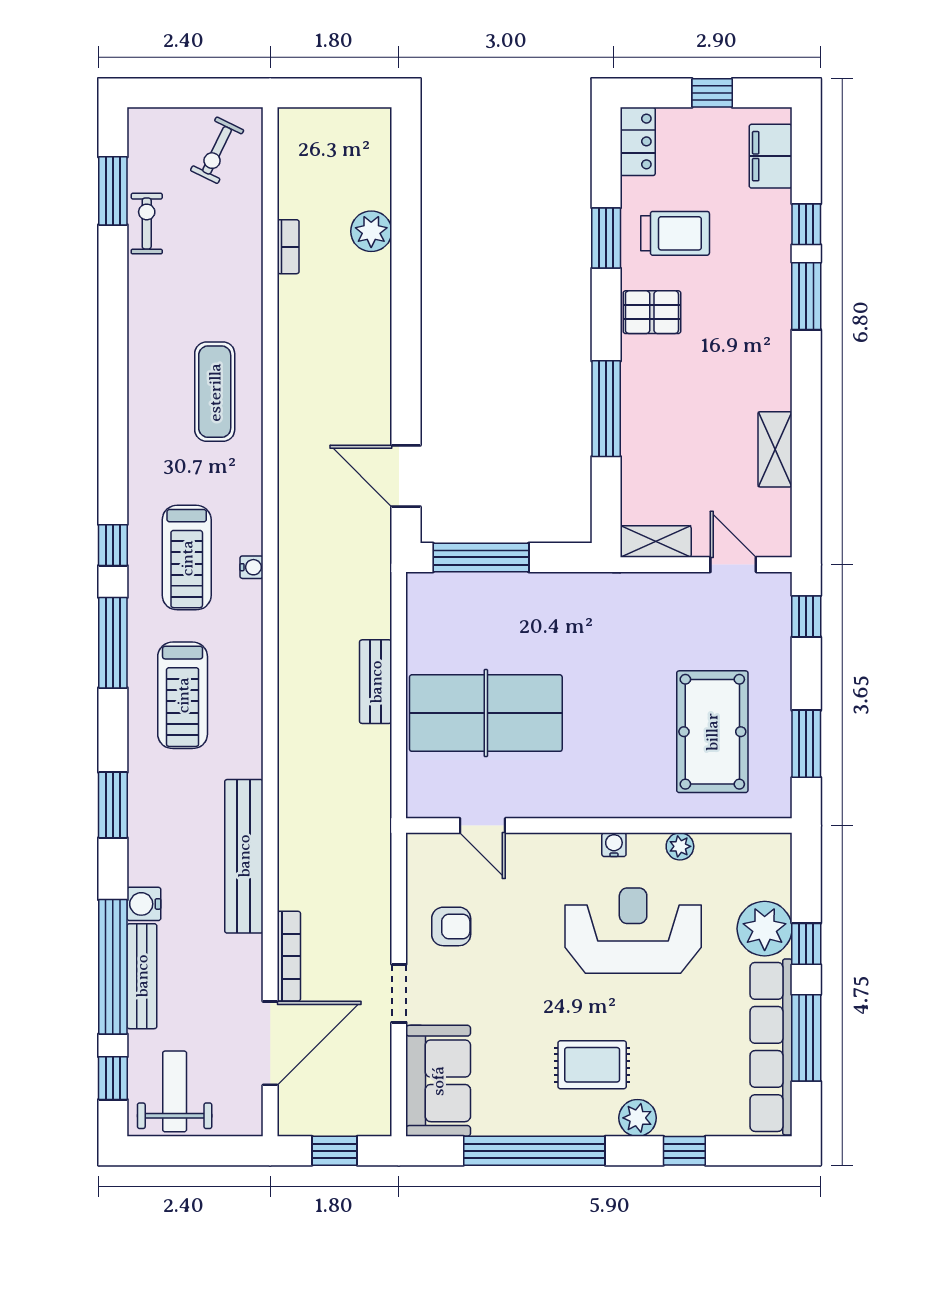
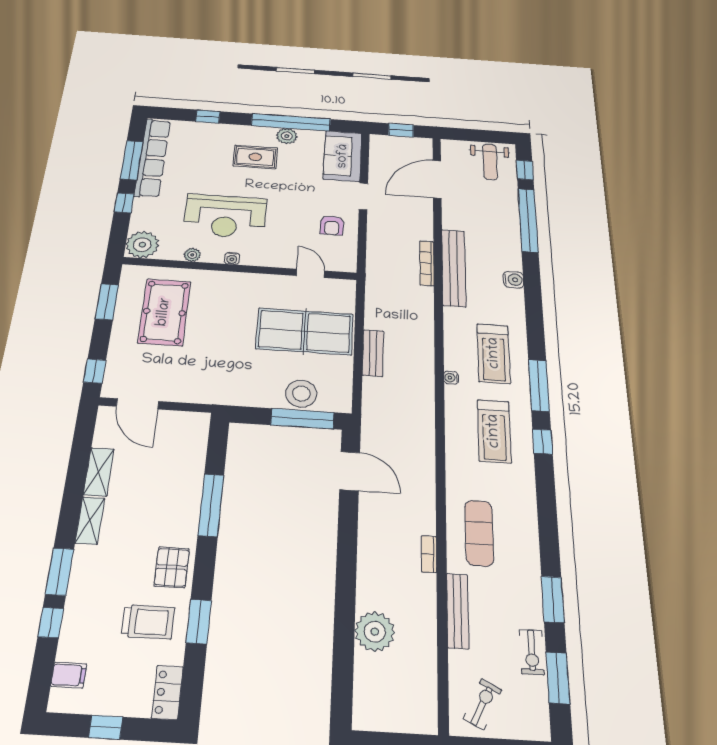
filing cabinet: (771, 156) -> (69, 675), width x0.50
plant: (371, 231) -> (375, 632), width x1.36, depth x1.36
trolley: (675, 233) -> (148, 622), turned 180
bookcase: (288, 247) -> (429, 554), moved
pallet: (652, 312) -> (172, 567), turned 90
shelving: (656, 542) -> (90, 521), moved, turned 90
treadmill: (187, 558) -> (494, 431), turned 180
door: (733, 565) -> (138, 404), width x1.38
water cooler: (252, 567) -> (451, 378), moved
stool: (485, 601) -> (301, 394), added
treadmill: (183, 695) -> (494, 353), turned 180
window: (113, 805) -> (553, 599), moved
water cooler: (144, 904) -> (513, 280), moved
armchair: (451, 926) -> (332, 225), turned -90
plant: (765, 929) -> (142, 245), moved
bookcase: (289, 956) -> (427, 263), moved
bench: (142, 976) -> (458, 611), moved
plant: (638, 1118) -> (287, 136), moved

